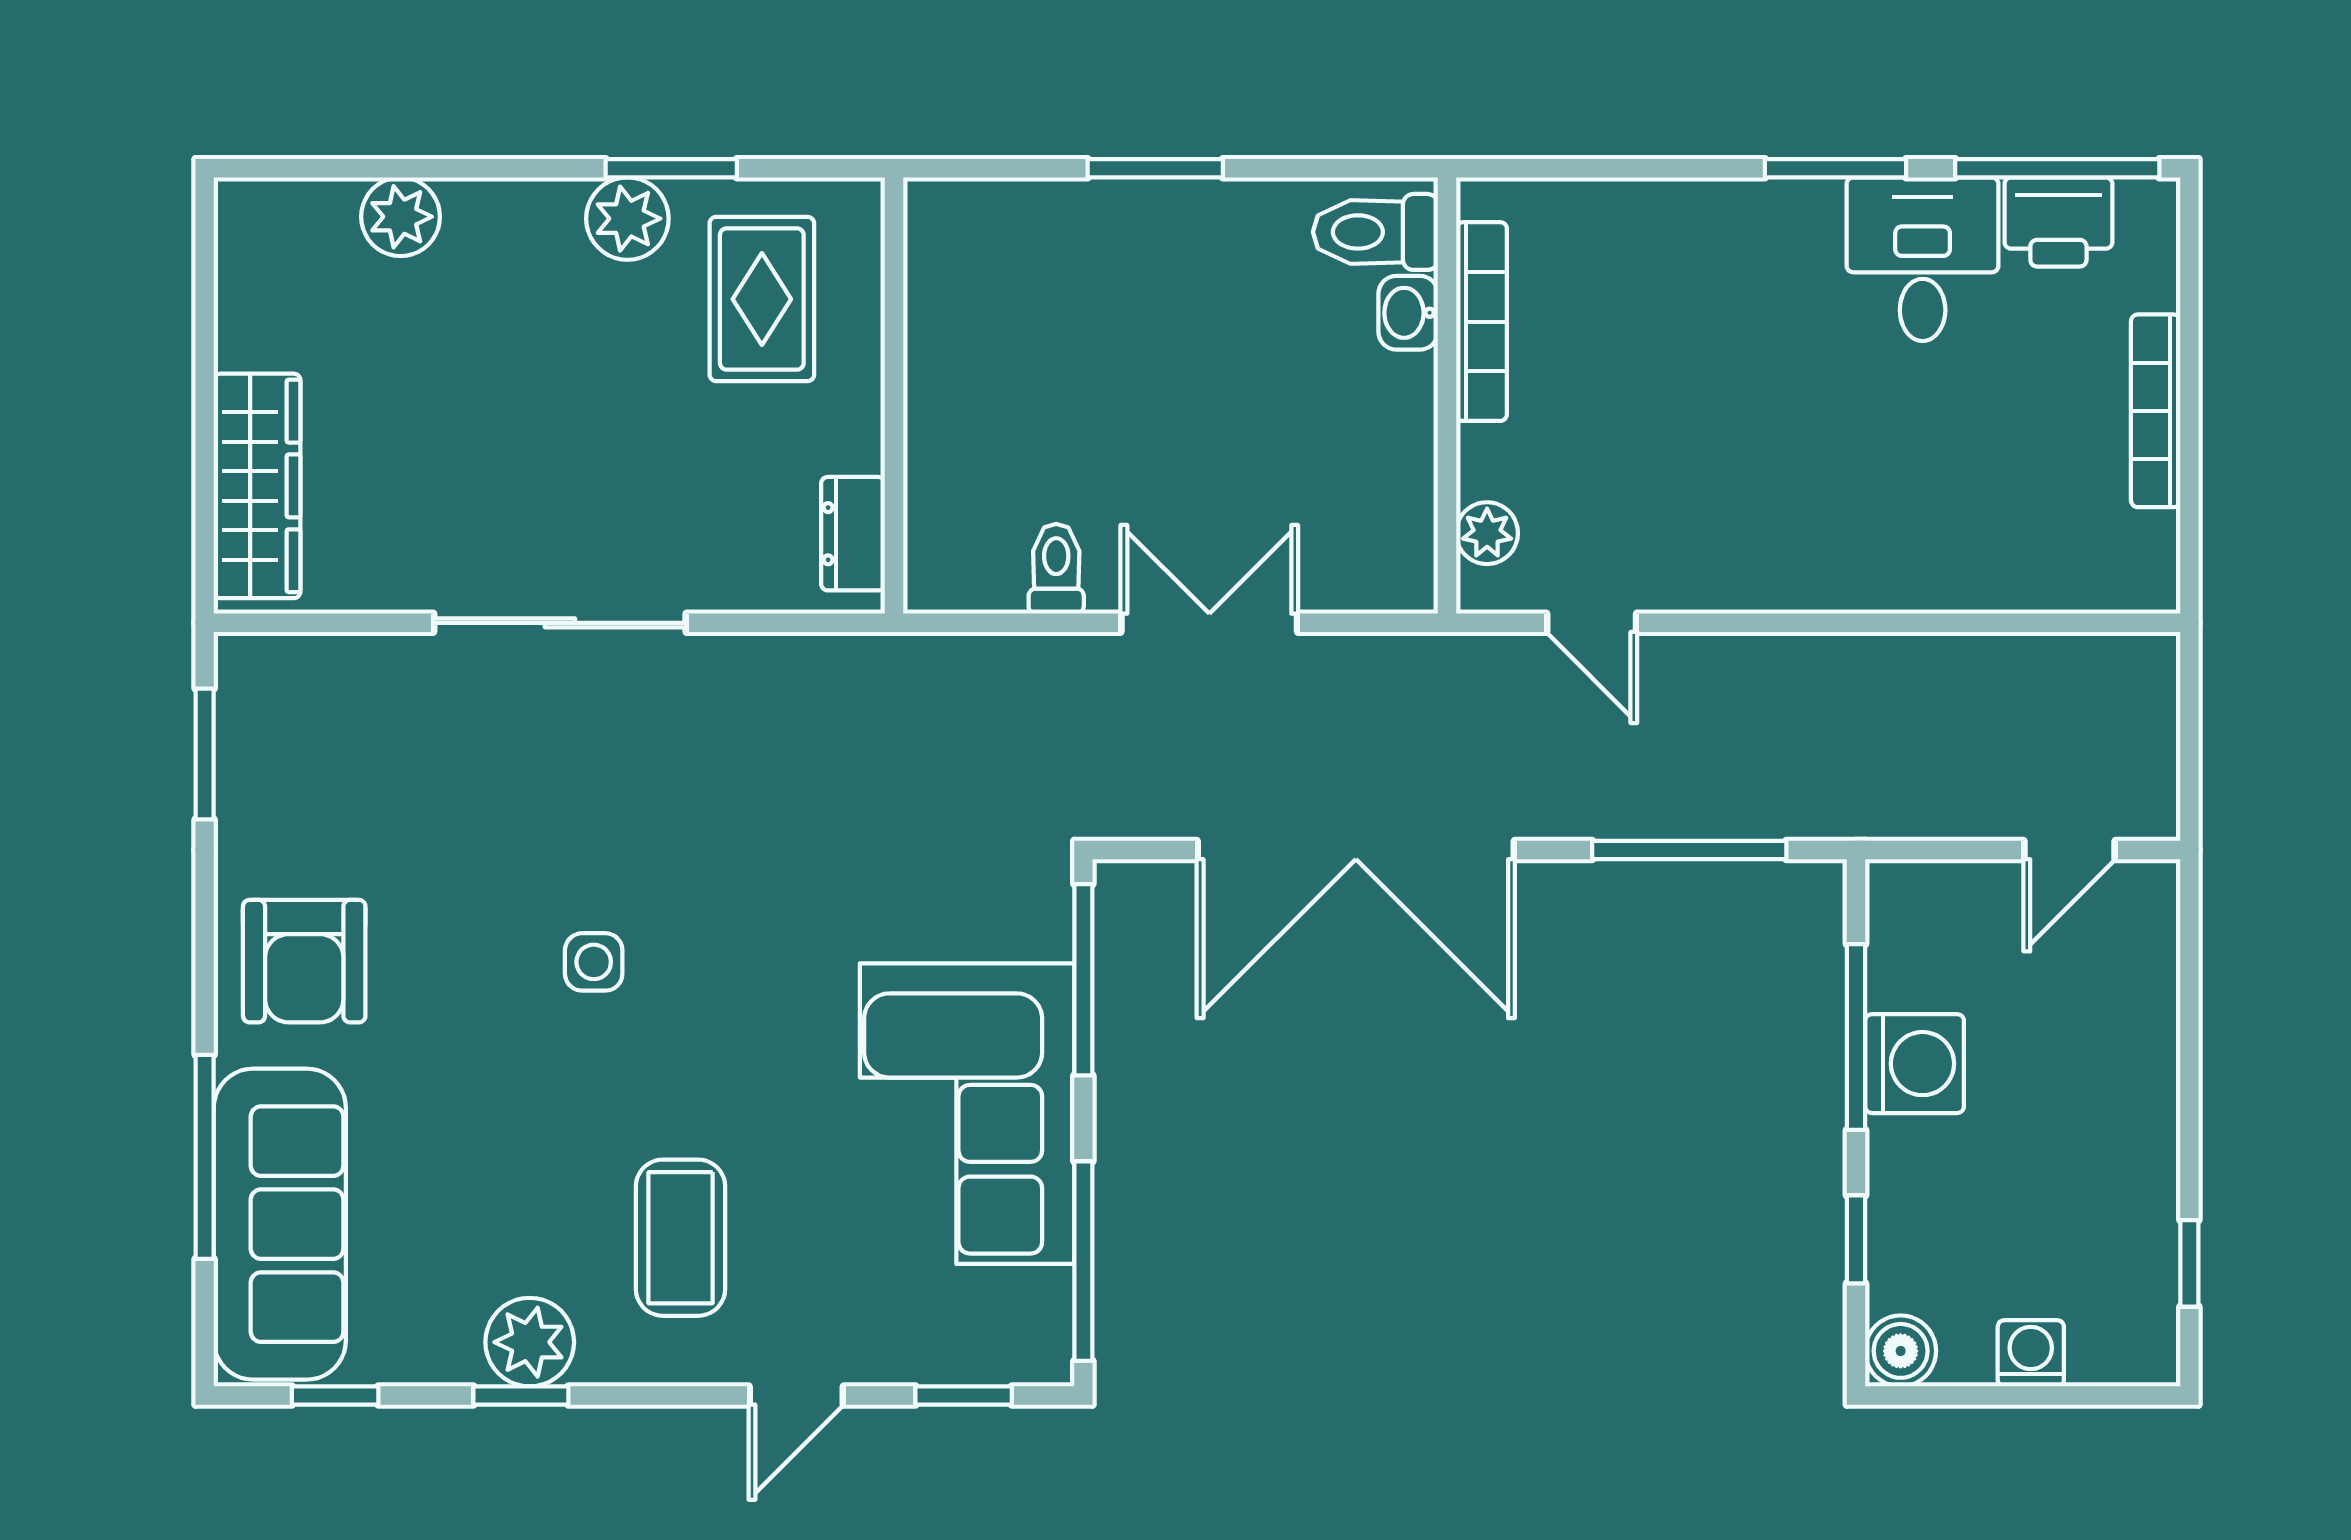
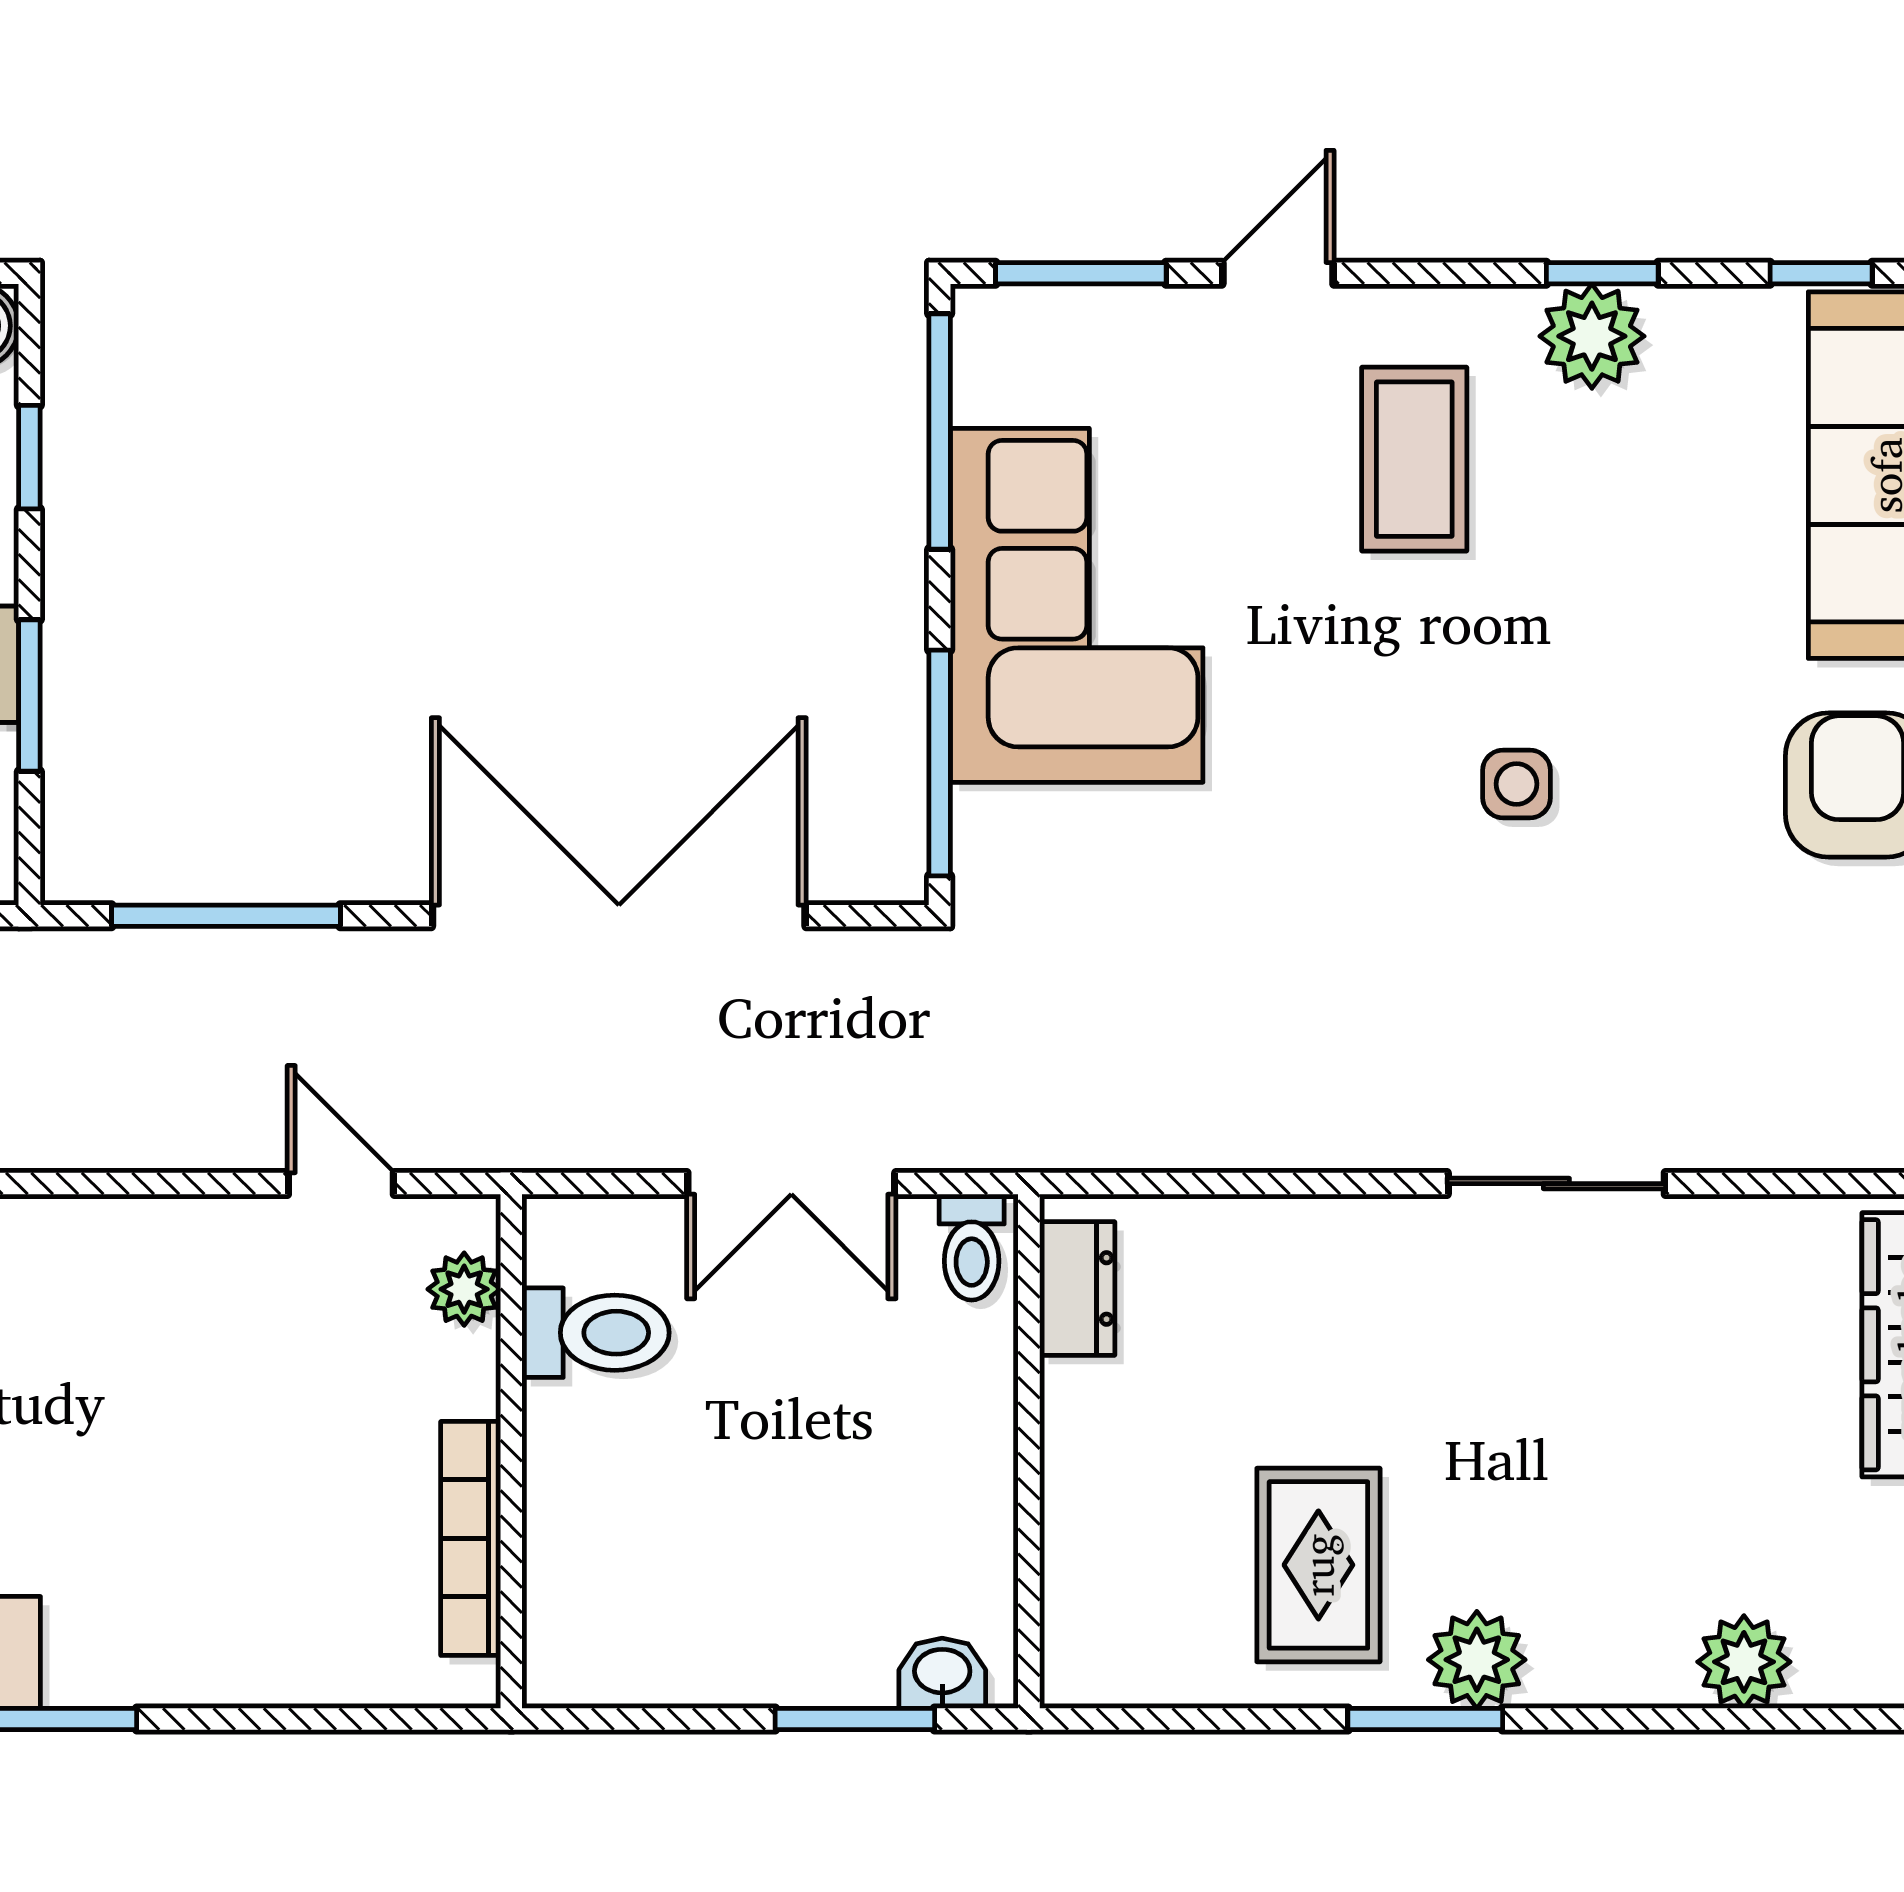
toilet: (1375, 232) -> (596, 1333), moved
washbasin: (1408, 313) -> (942, 1673), moved, turned -90
wall: (894, 396) -> (1029, 1451), moved
dresser: (853, 534) -> (1077, 1288), moved
sliding door: (560, 623) -> (1556, 1184), width x0.73
window: (1856, 1037) -> (29, 696), width x0.69
window: (964, 1395) -> (1081, 273), width x1.50

